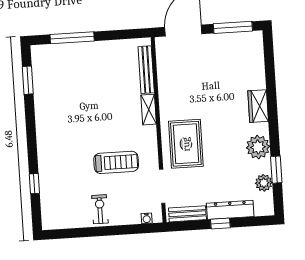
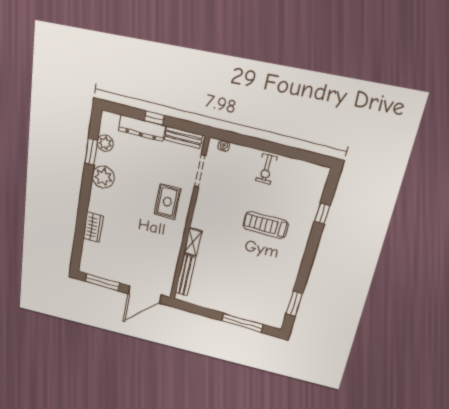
wardrobe: (258, 106) -> (93, 227), moved
rug: (186, 144) -> (167, 202), width x0.73, depth x0.70
treadmill: (116, 162) -> (266, 225), moved

